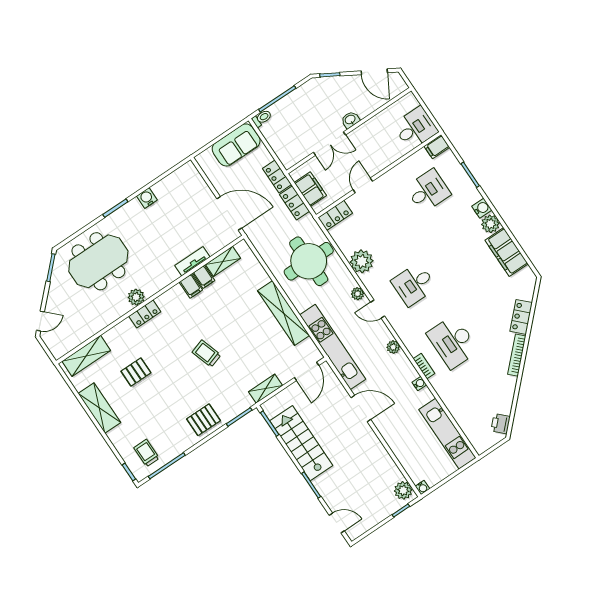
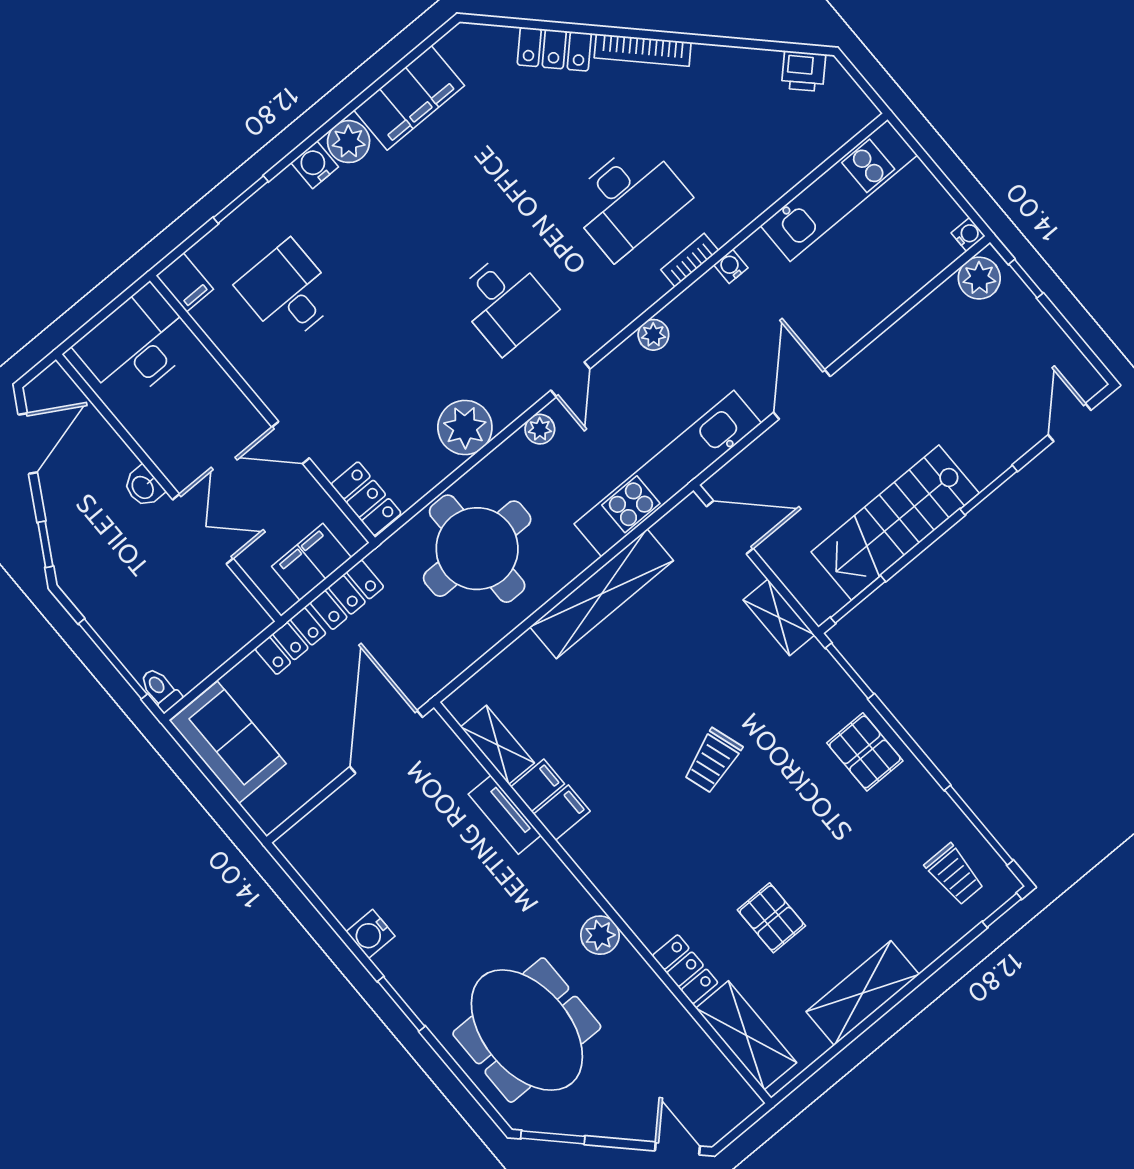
desk: (415, 128) -> (136, 345), width x1.37
locker: (145, 314) -> (685, 969), moved
trolley: (147, 453) -> (954, 874), turned -90

